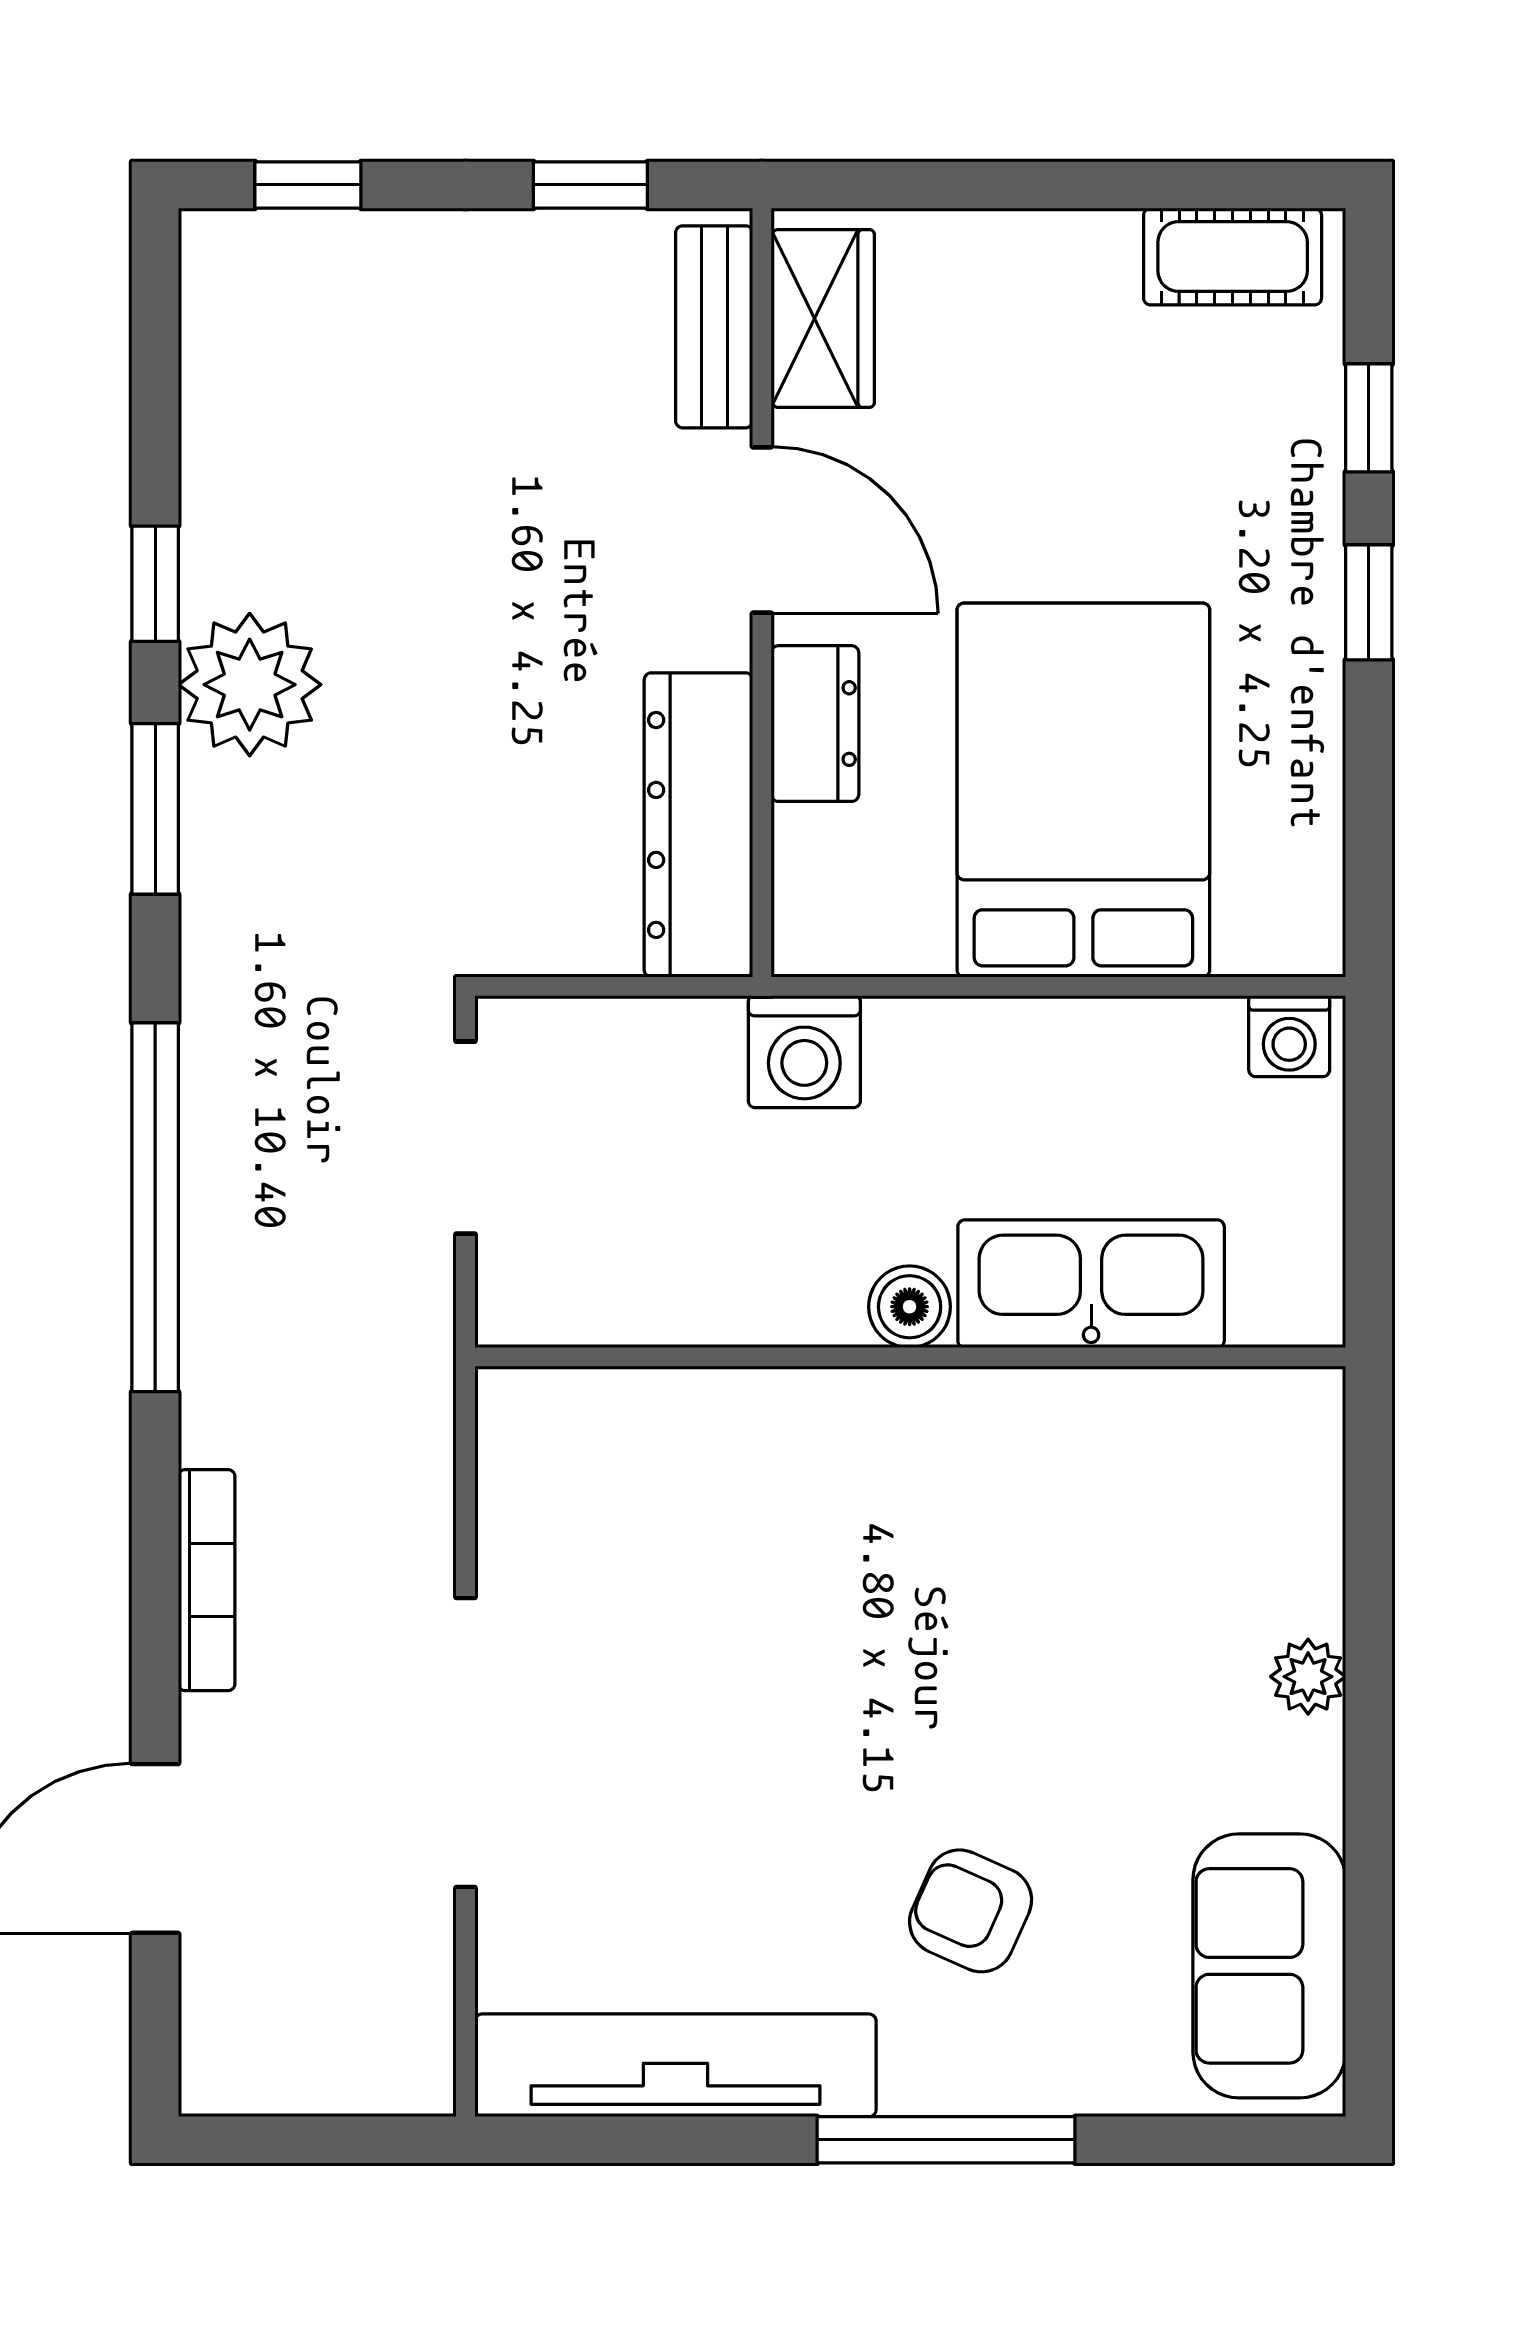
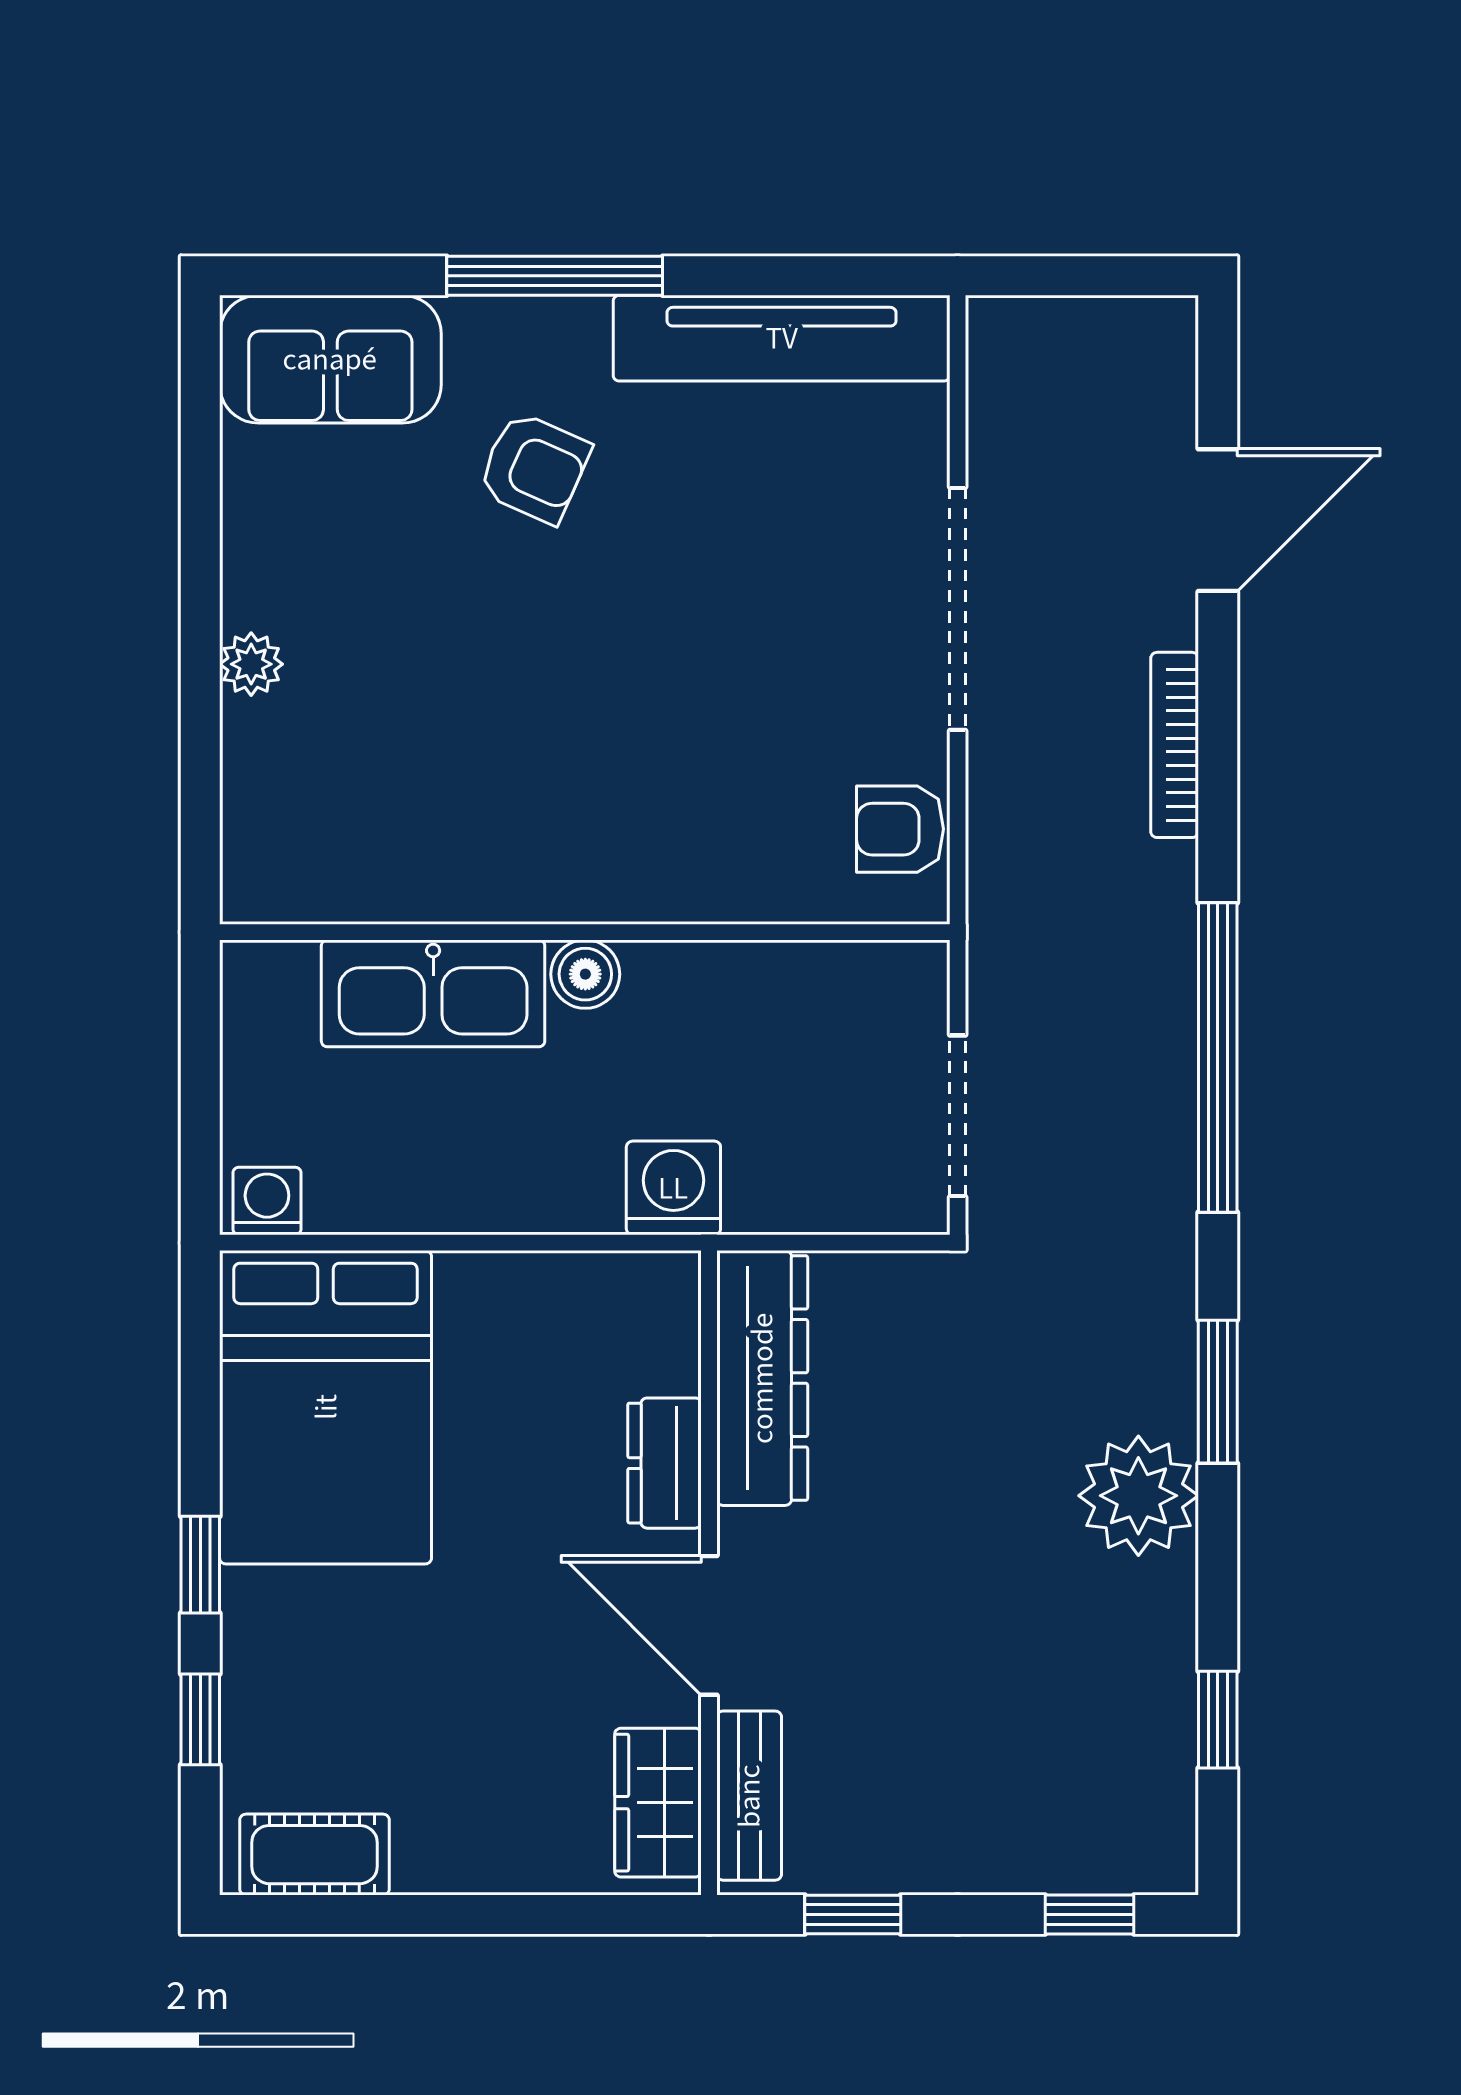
window: (155, 584) -> (1218, 1720), moved
bed: (1083, 790) -> (326, 1407), moved
armchair: (534, 1480) -> (900, 829), added
sofa: (1269, 1966) -> (330, 359), moved, turned 90

